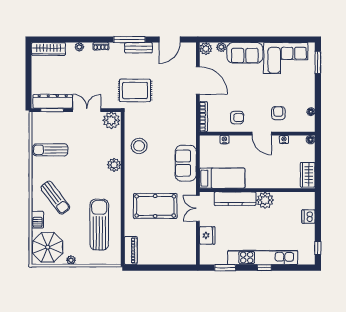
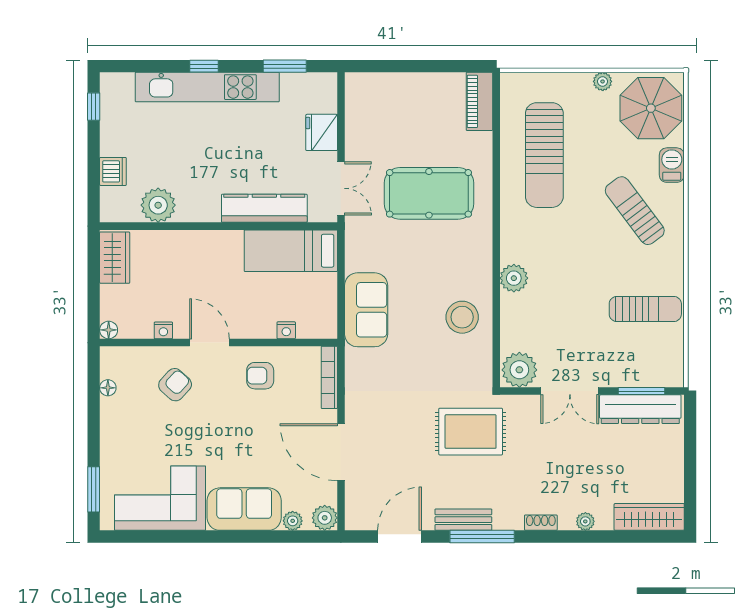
armchair: (278, 113) -> (175, 385), turned -138
sofa: (186, 163) -> (366, 310), moved
plant: (265, 200) -> (158, 205), moved

